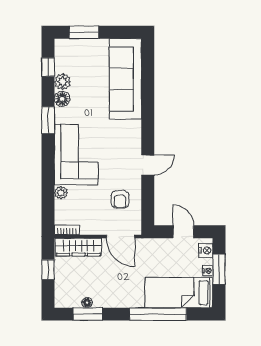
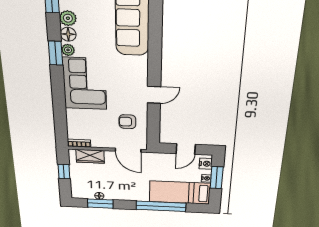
plant: (61, 193) -> (68, 50), moved
armchair: (120, 199) -> (127, 122), turned 90
door: (183, 232) -> (186, 149), swing flipped
wardrobe: (78, 247) -> (90, 156), width x0.67

